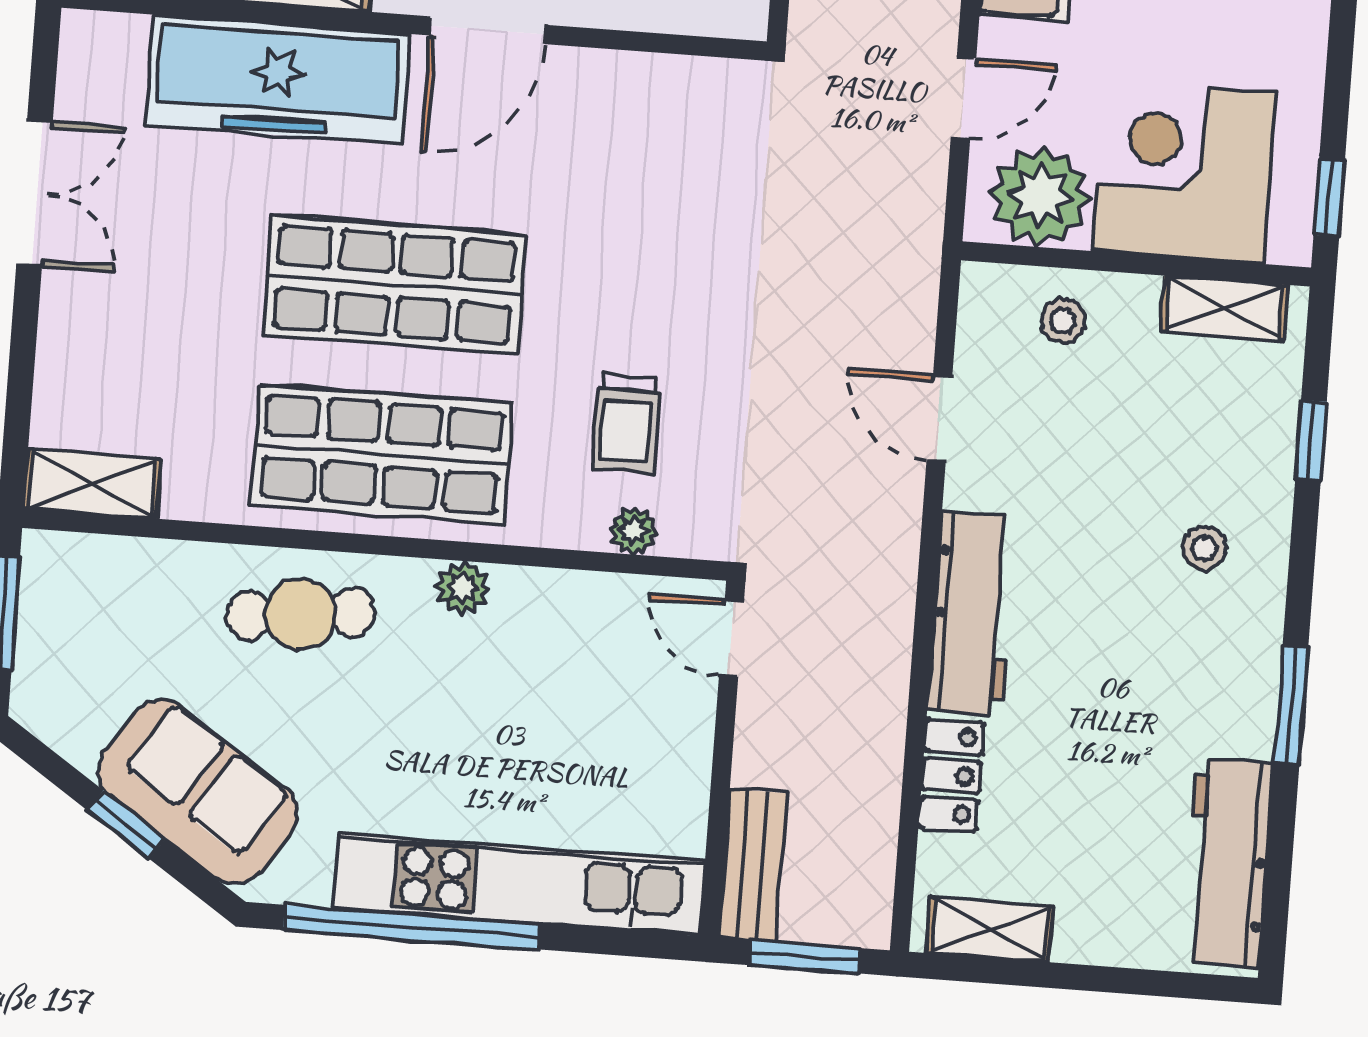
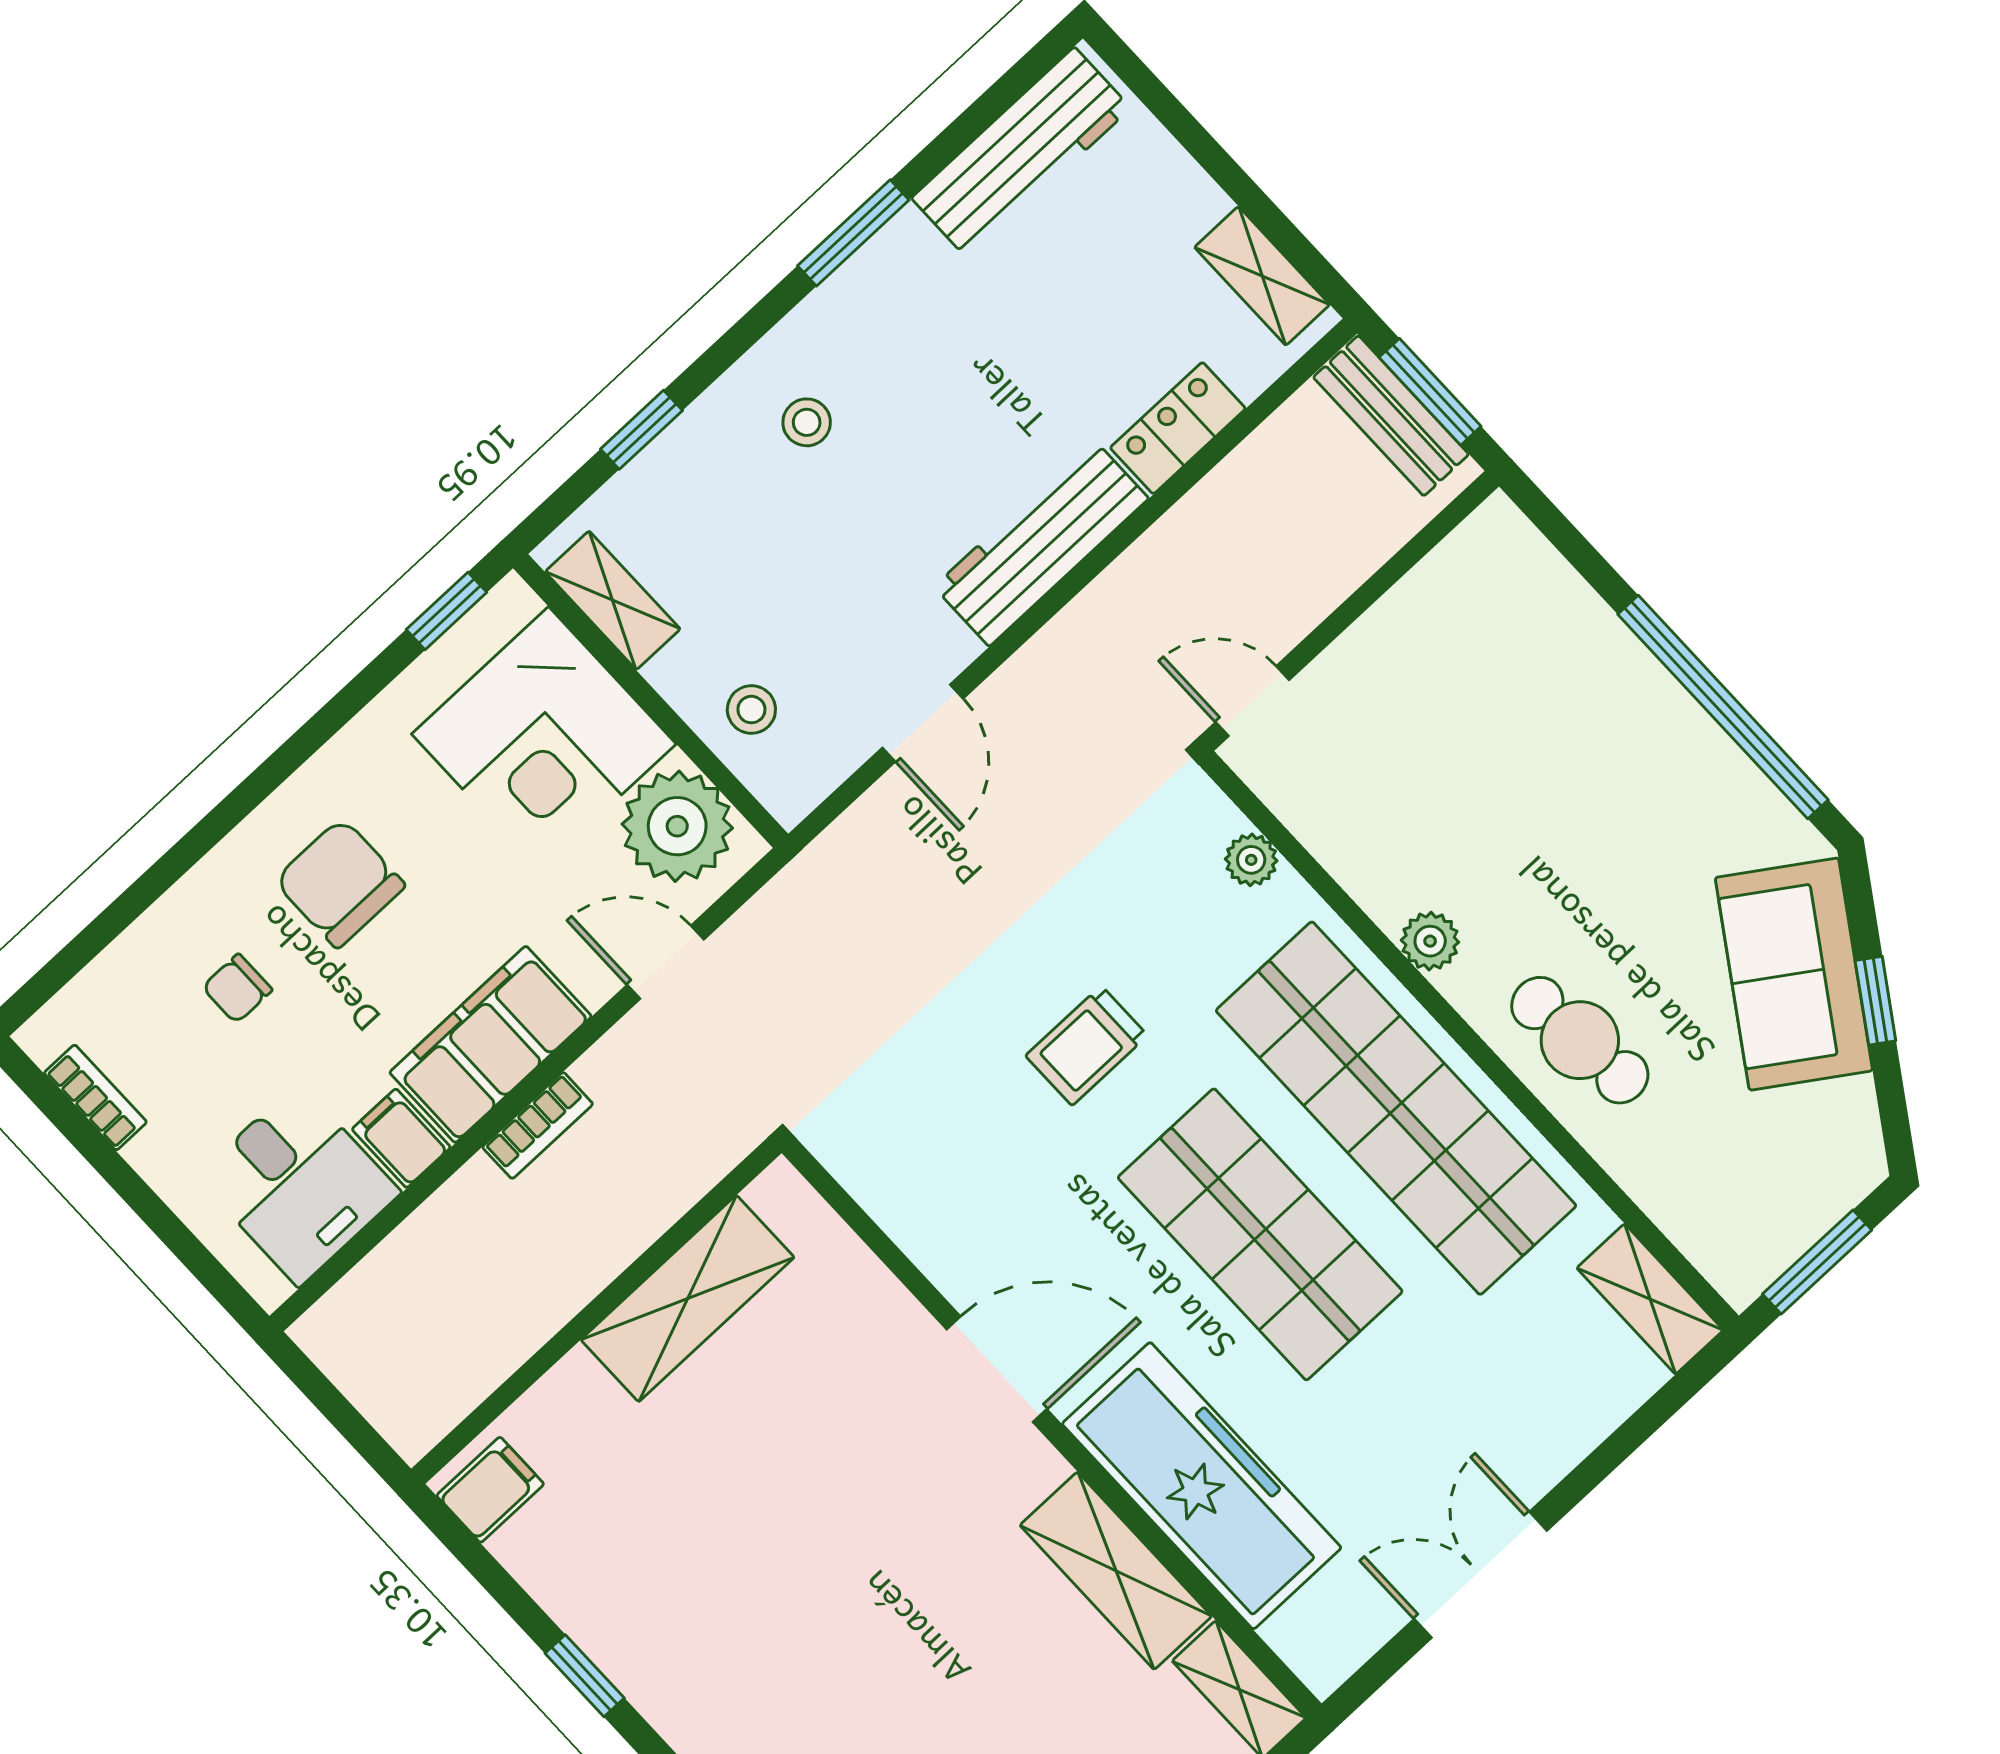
trolley: (627, 424) -> (1087, 1046), moved, turned 180
shop shelf: (382, 454) -> (1396, 1108), width x1.40
door: (731, 638) -> (1252, 701), swing flipped
bench: (752, 865) -> (1391, 416), moved, turned 90
kitchen unit: (519, 884) -> (1605, 662), removed

